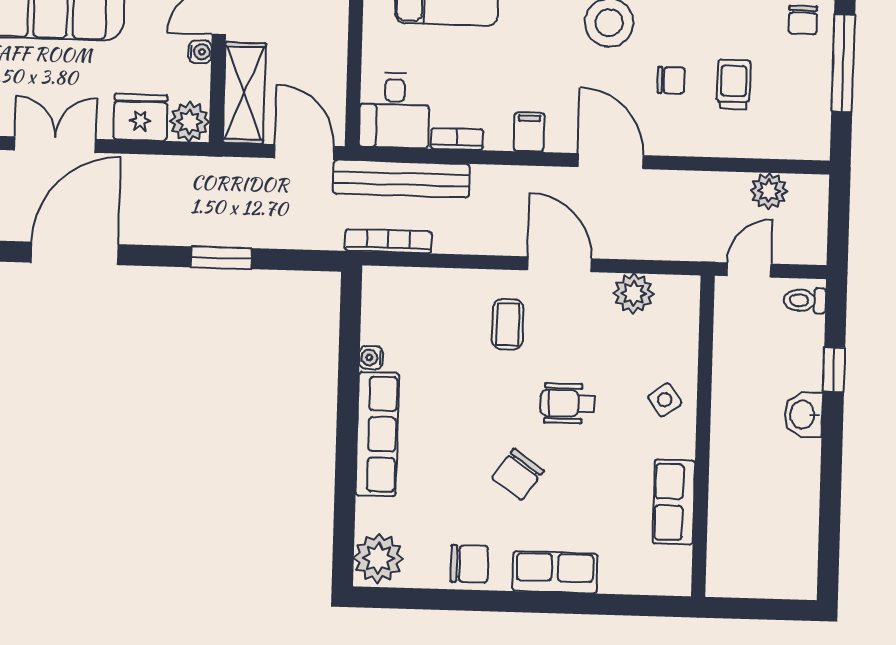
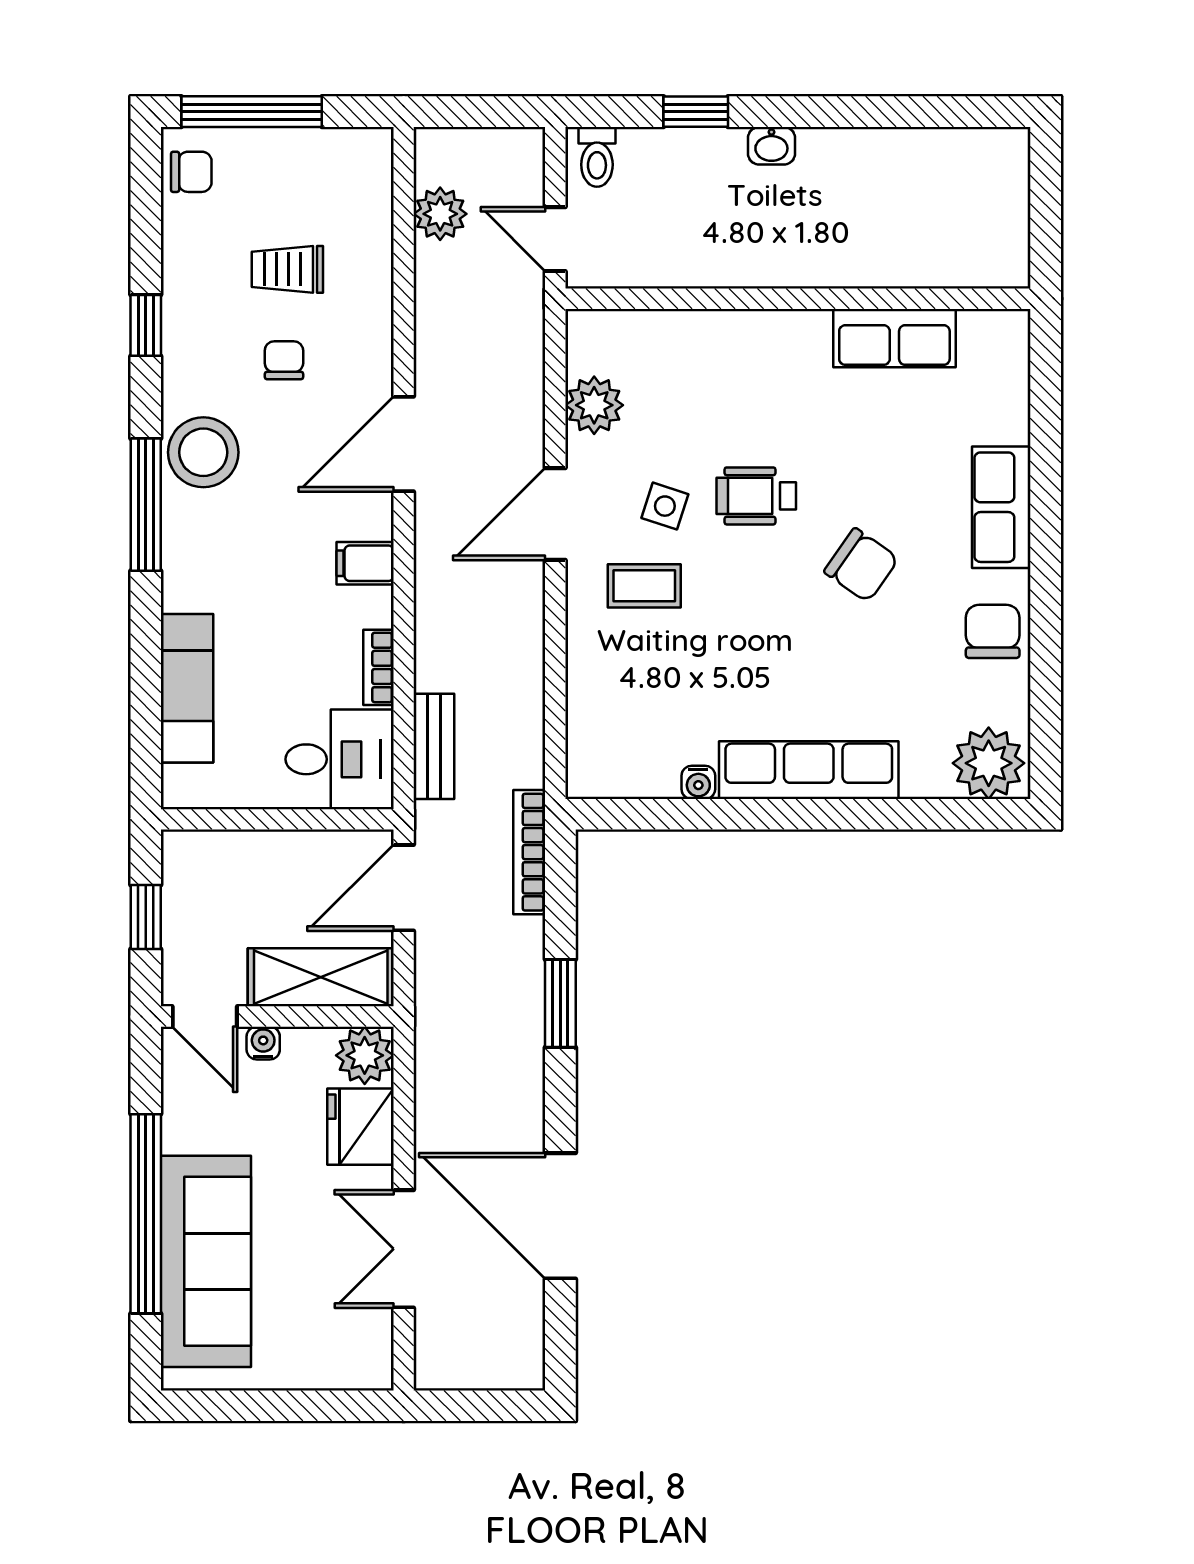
bench: (401, 179) -> (434, 746), width x0.54, depth x0.82
bookcase: (388, 241) -> (529, 852), moved
side table: (665, 400) -> (665, 506), moved, turned -36
wheelchair: (568, 403) -> (756, 496), turned 90
washbasin: (803, 415) -> (771, 146), width x0.72, depth x0.69

